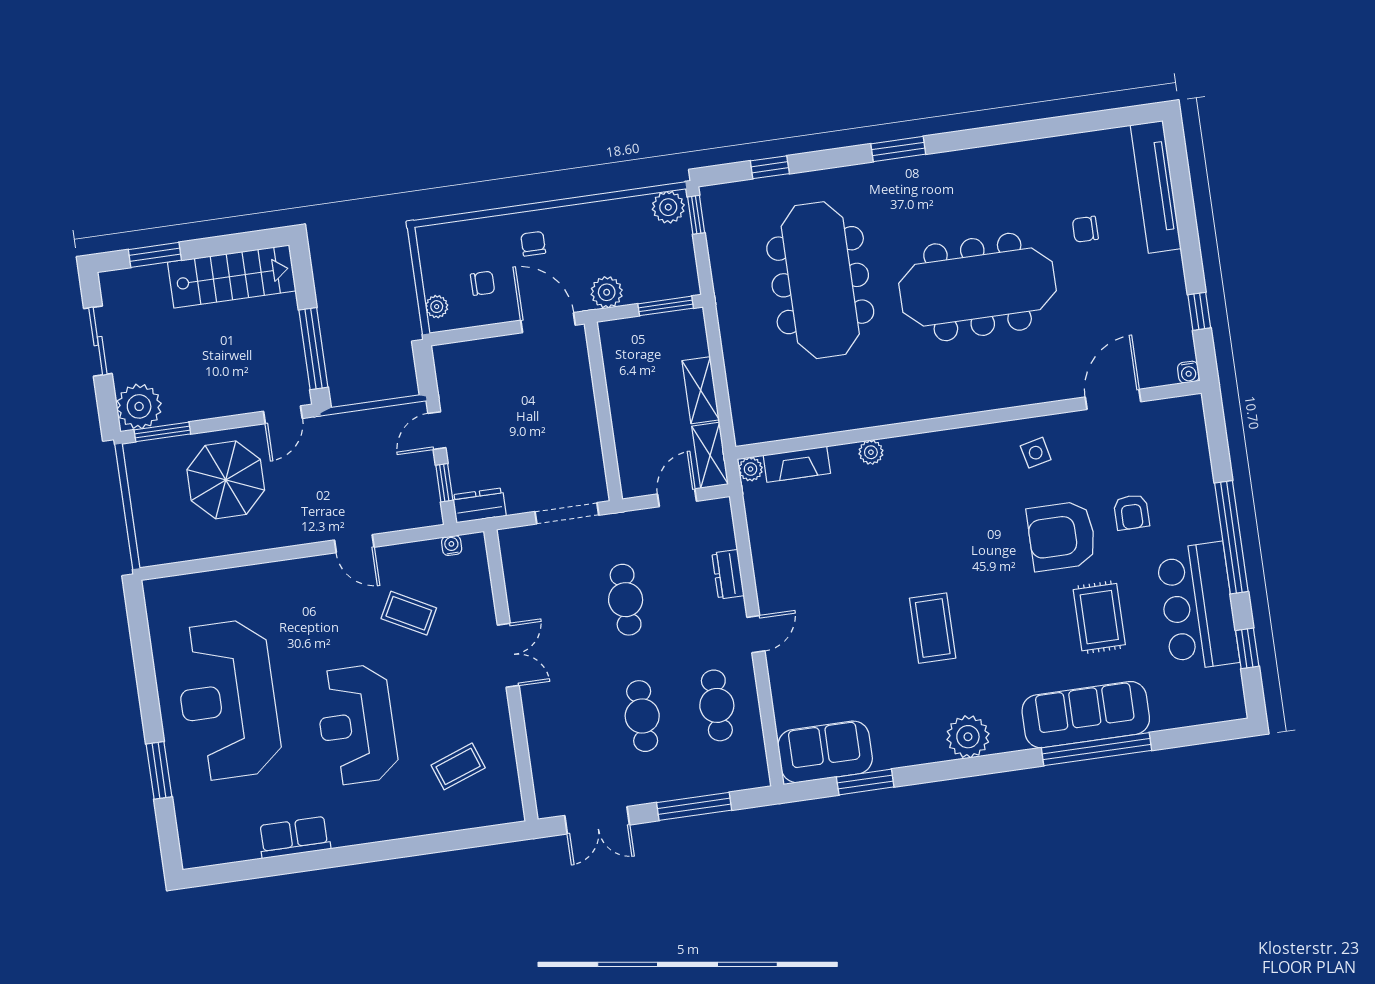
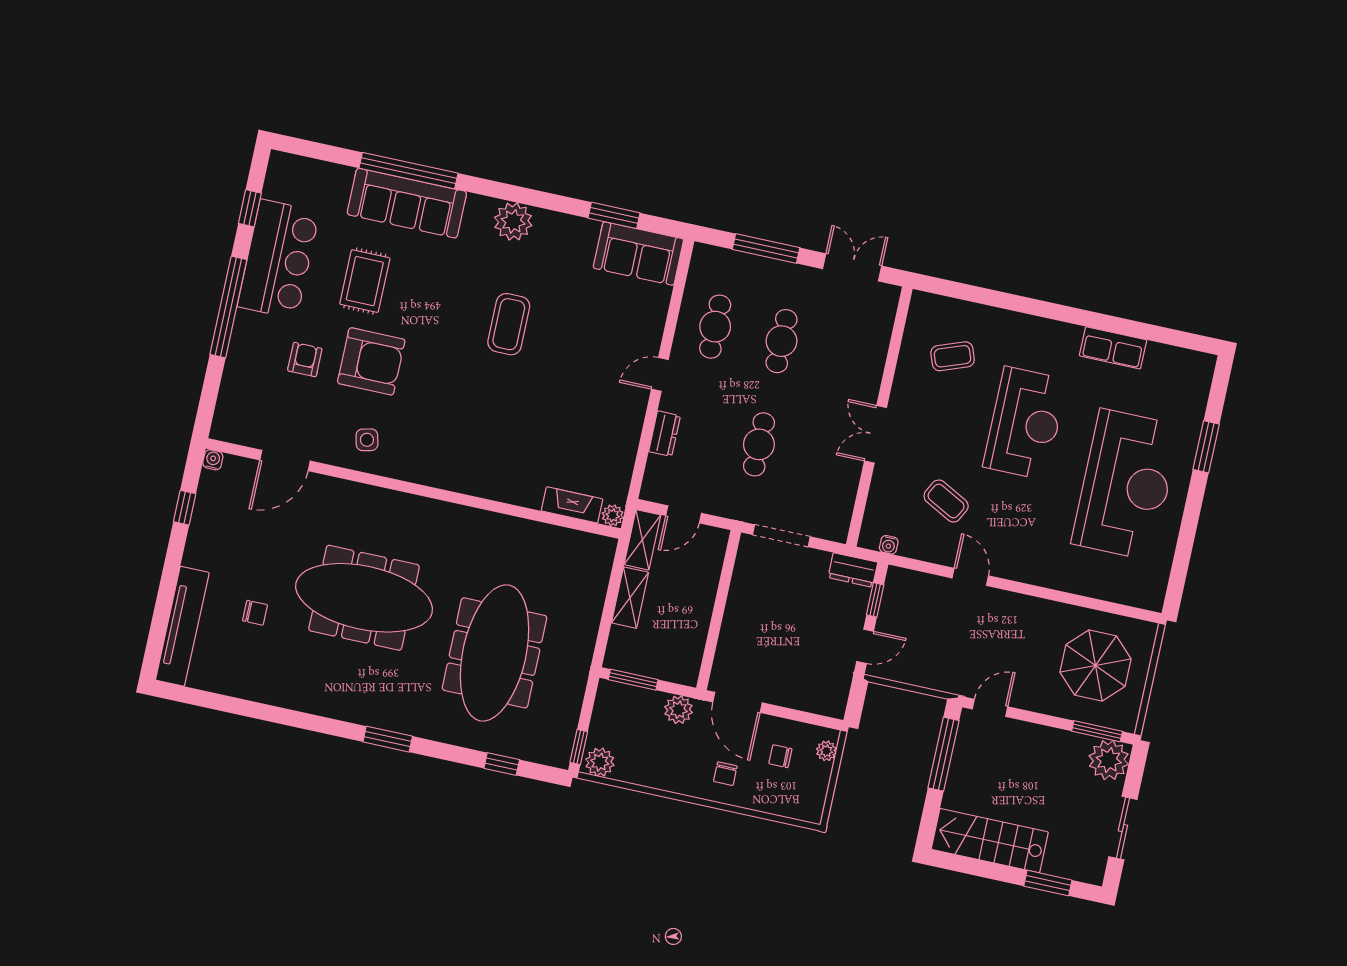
plant: (871, 452) -> (506, 492), removed
parasol: (226, 480) -> (1096, 665), moved

